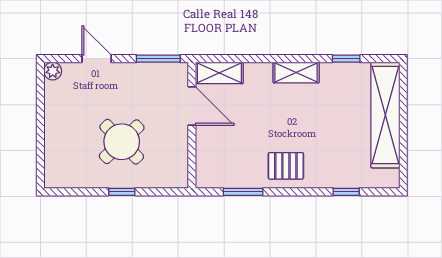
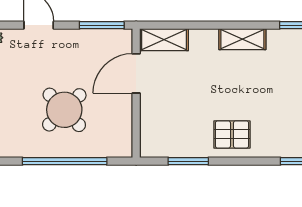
door: (192, 106) -> (136, 73), swing flipped
window: (122, 192) -> (65, 161), width x3.17

